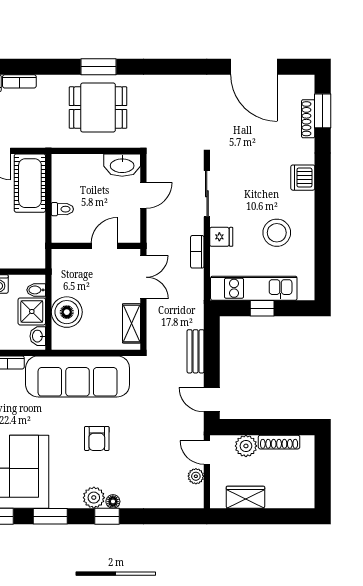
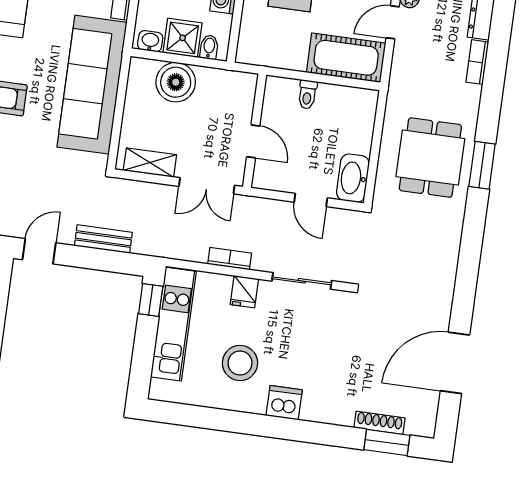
dishwasher: (303, 178) -> (284, 403), moved
window: (262, 308) -> (151, 300), moved

